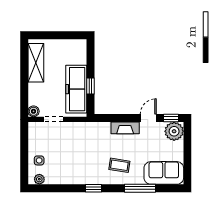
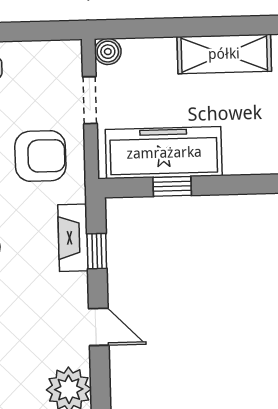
window: (171, 118) -> (97, 251), moved
fireplace: (125, 128) -> (73, 238), moved
armchair: (76, 141) -> (40, 156), added

